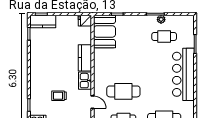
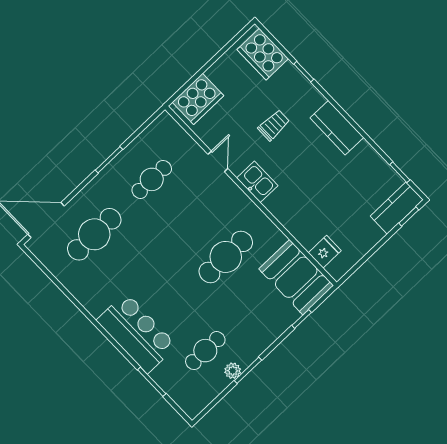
fridge: (85, 21) -> (325, 252), moved
kitchen counter: (85, 58) -> (337, 128), moved, turned 180
bar counter: (183, 74) -> (137, 333), width x0.73
cafe table: (123, 91) -> (226, 257), moved
door: (92, 102) -> (218, 161), swing flipped

